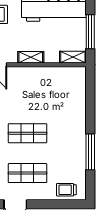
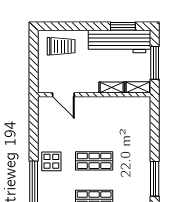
shelving: (31, 57) -> (112, 87), moved

